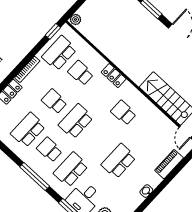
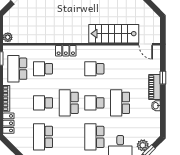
school desk: (49, 150) -> (94, 103), moved
piano: (169, 164) -> (154, 87), moved
window: (174, 173) -> (163, 78), added

